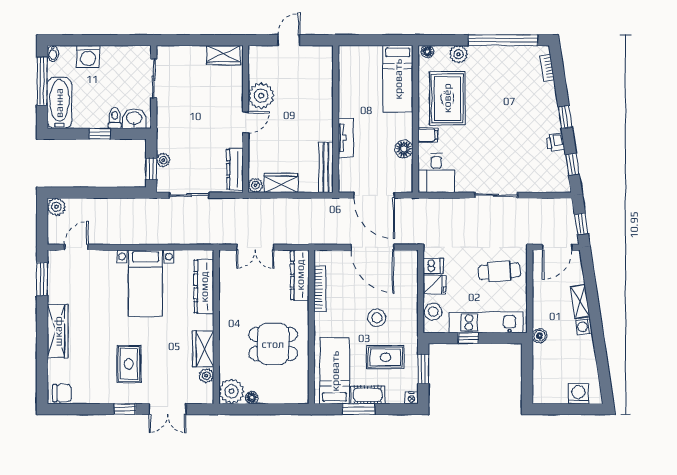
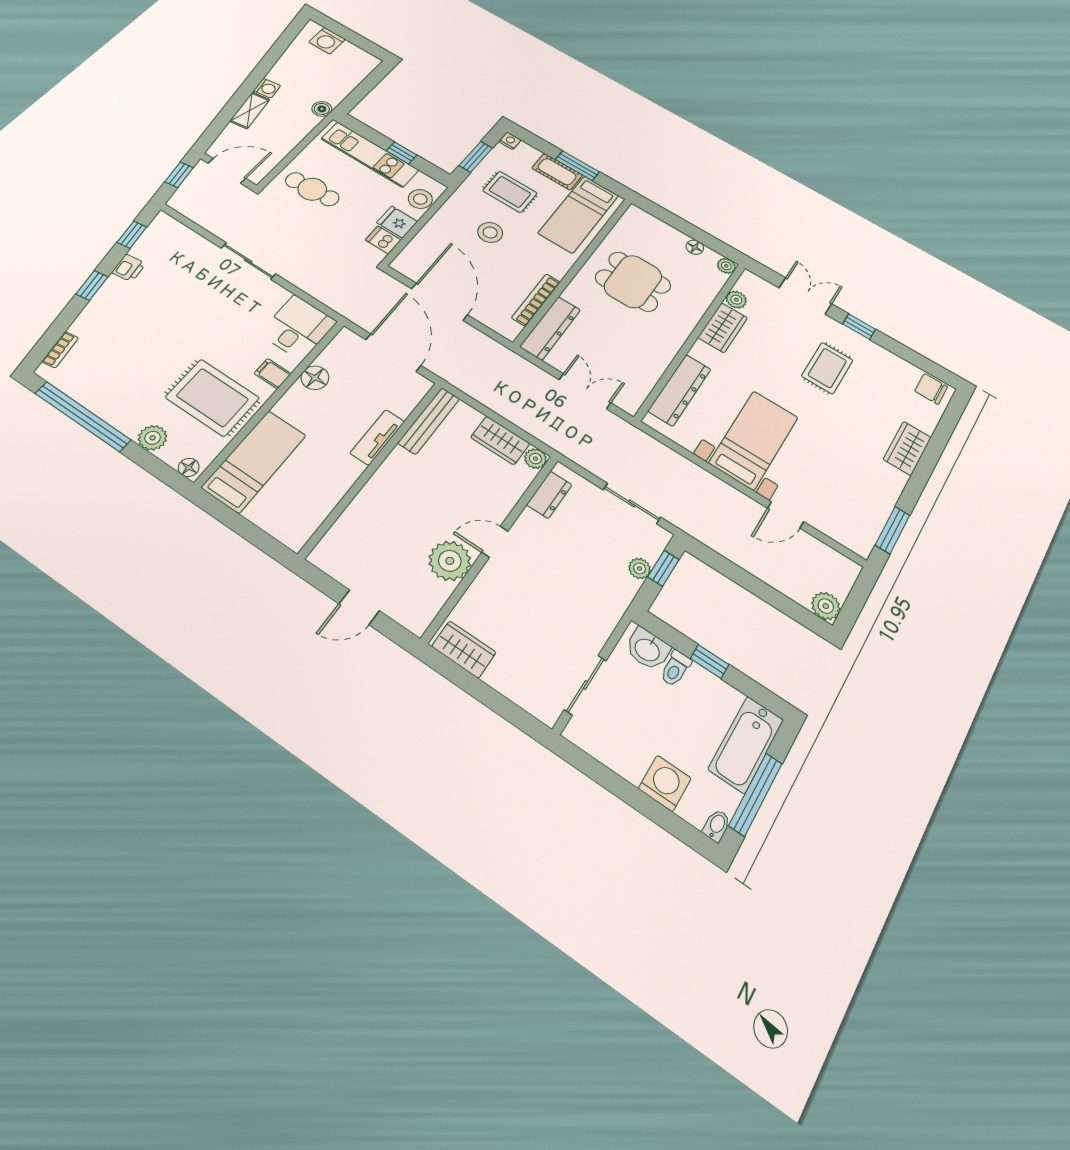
rug: (447, 98) -> (212, 398), turned 90
dresser: (235, 169) -> (549, 495), width x0.70
door: (76, 247) -> (786, 515), moved
wardrobe: (58, 331) -> (907, 448), width x0.67
plant: (231, 391) -> (726, 266), width x0.53, depth x0.53

